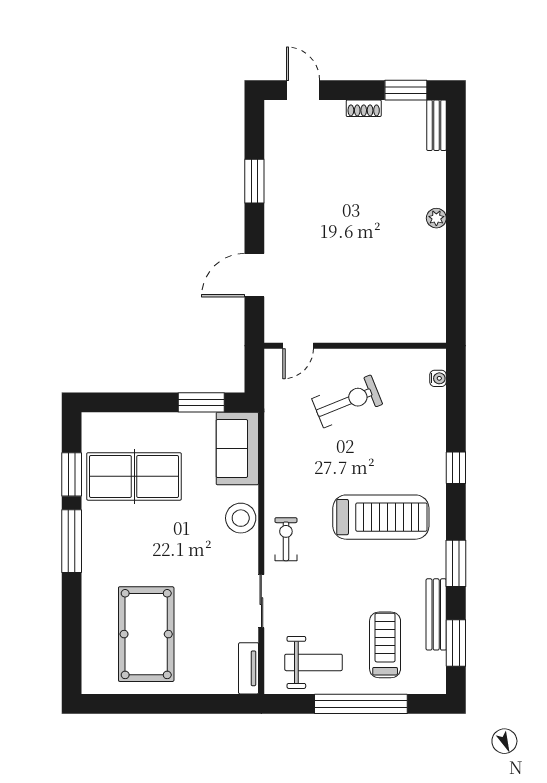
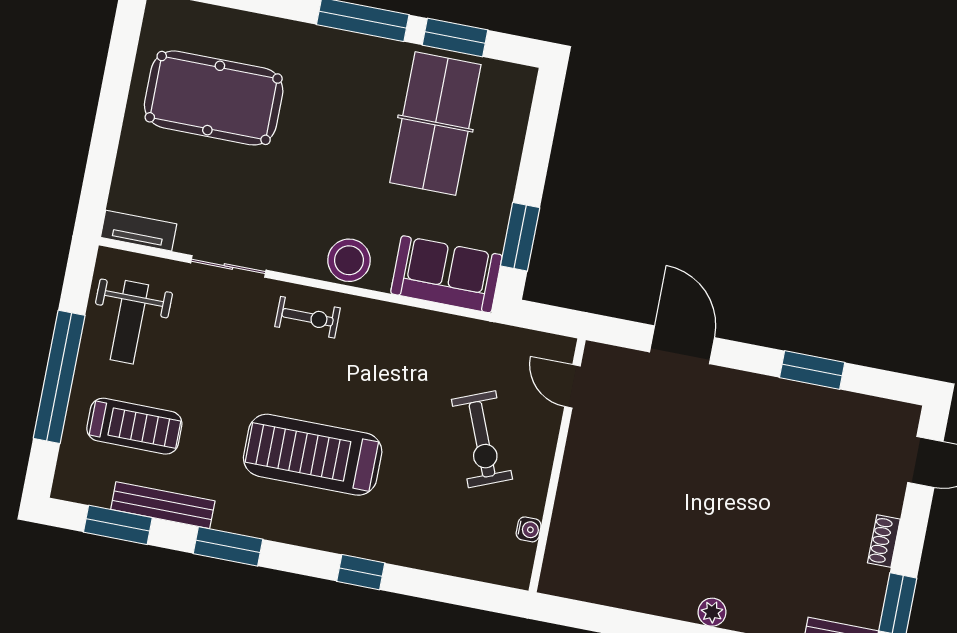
water cooler: (438, 378) -> (529, 529), moved, turned -90
treadmill: (381, 517) -> (313, 455), turned 90

